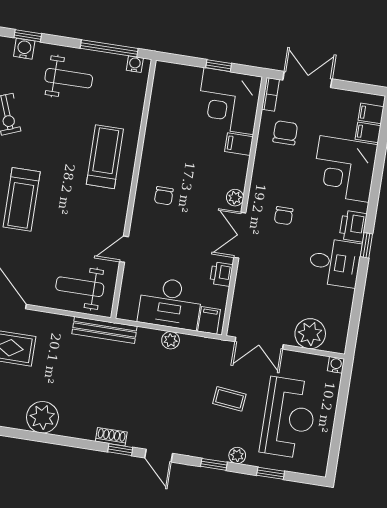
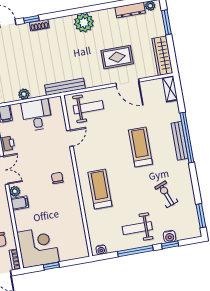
window: (109, 48) -> (135, 251), moved
filing cabinet: (239, 144) -> (20, 203), moved
treadmill: (105, 157) -> (100, 189), turned 180
desk: (170, 303) -> (37, 115), width x0.73

